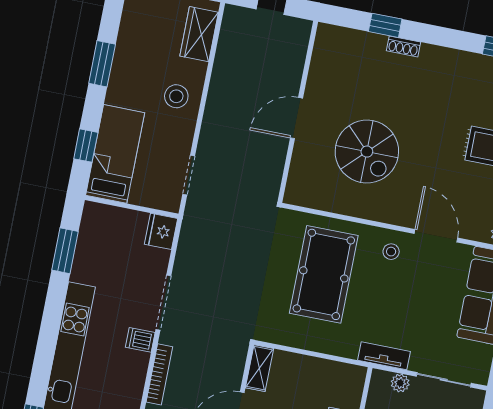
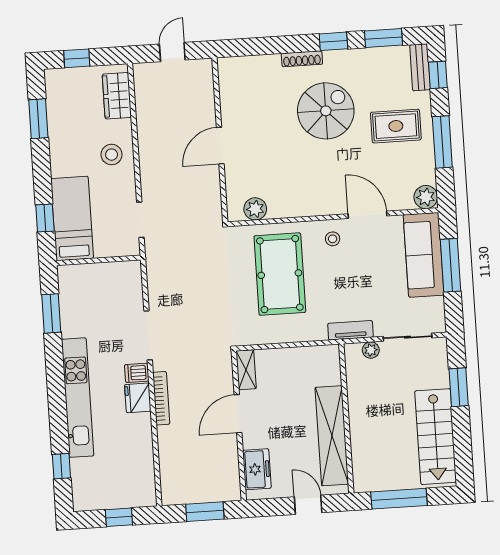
window: (385, 25) -> (333, 41), moved
shoe rack: (403, 46) -> (302, 59), width x1.43
window: (102, 64) -> (38, 119), moved
spiral stairs: (367, 152) -> (326, 111), moved, turned -90
plant: (316, 197) -> (255, 209), added
fridge: (161, 231) -> (138, 398), moved

